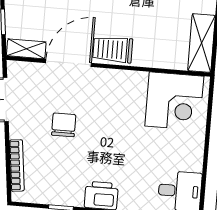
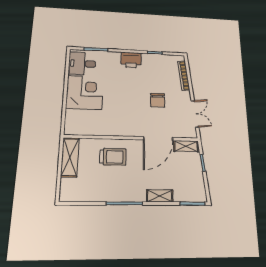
trolley: (113, 49) -> (113, 157), moved
corner desk: (174, 101) -> (85, 92), moved, turned 90

